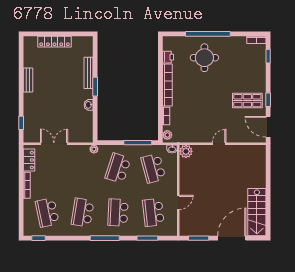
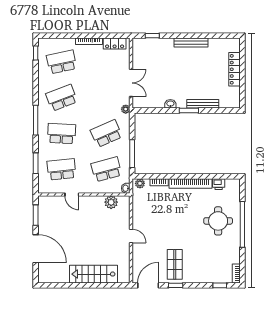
bench: (28, 80) -> (191, 43), width x1.36
double door: (54, 144) -> (131, 83), moved
plant: (186, 151) -> (111, 202), moved
school desk: (118, 168) -> (106, 134), turned -42
school desk: (83, 212) -> (62, 98), turned -30
stairs: (257, 212) -> (94, 274), moved

